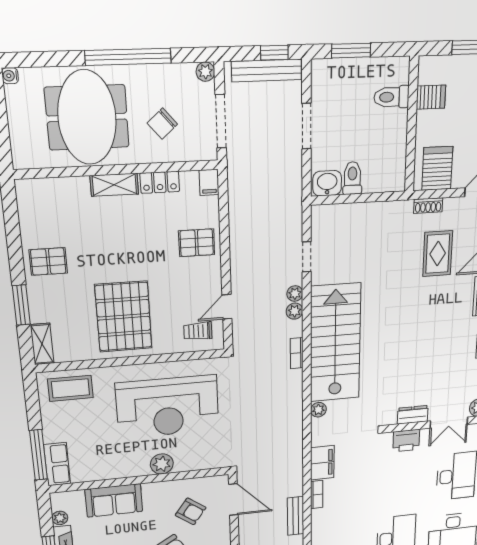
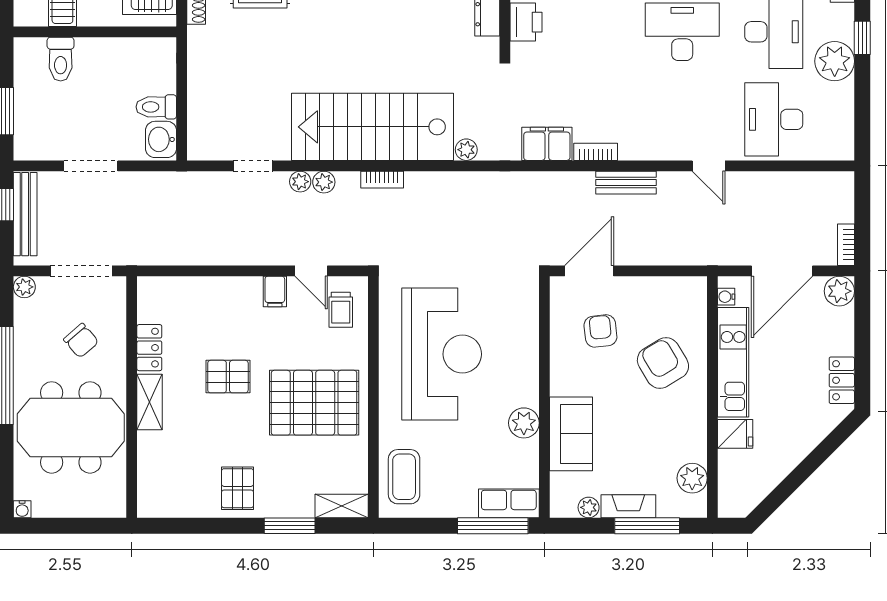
filing cabinet: (209, 182) -> (275, 292), moved, turned 90
pallet: (197, 243) -> (228, 377), moved, turned 90
plant: (162, 464) -> (524, 423), moved
armchair: (191, 511) -> (600, 331), turned -42

